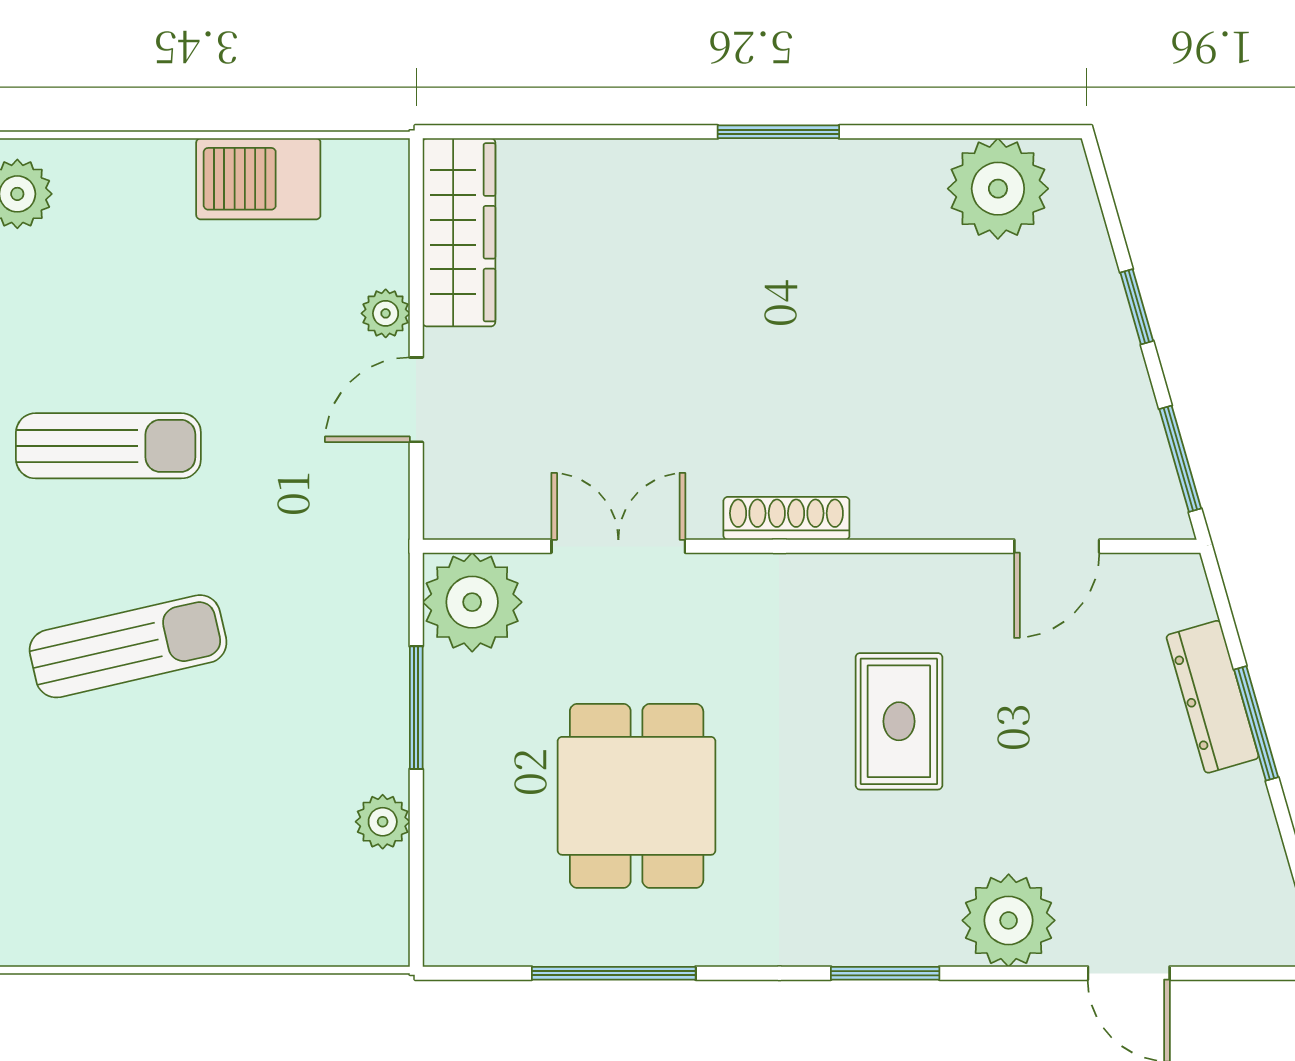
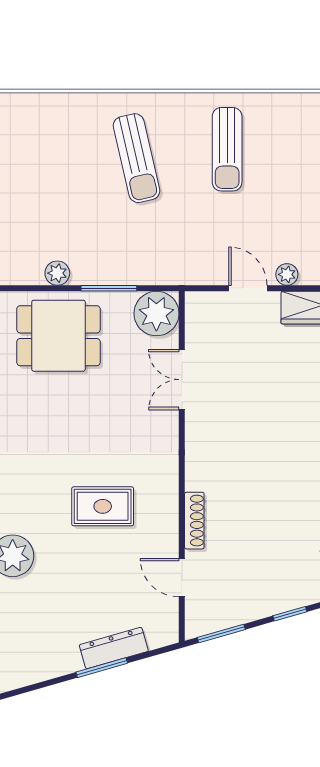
shoe rack: (786, 518) -> (194, 521), moved
double door: (618, 546) -> (182, 380), swing flipped
dining table: (637, 796) -> (58, 336), moved

